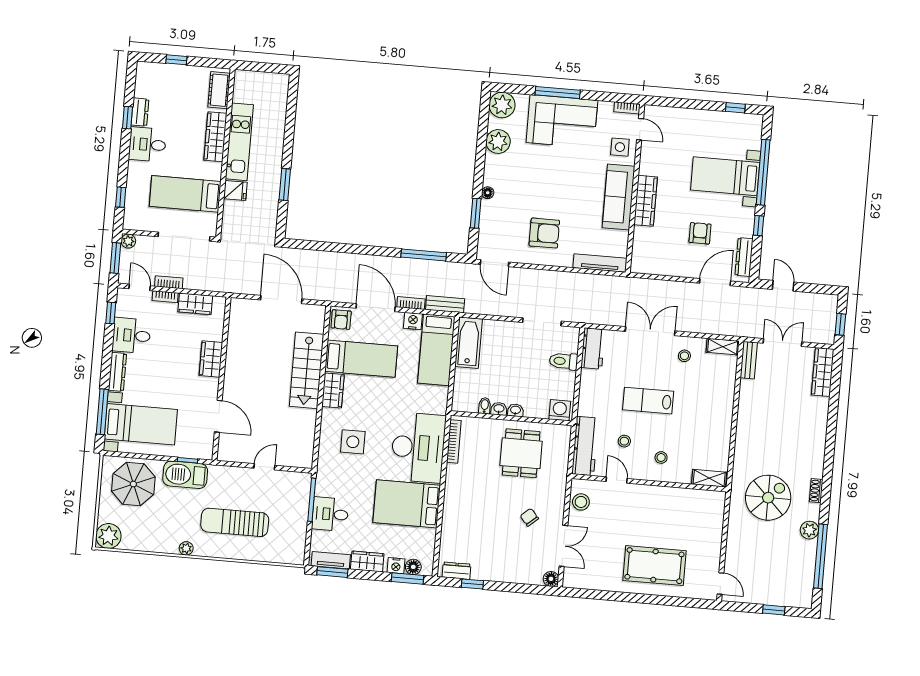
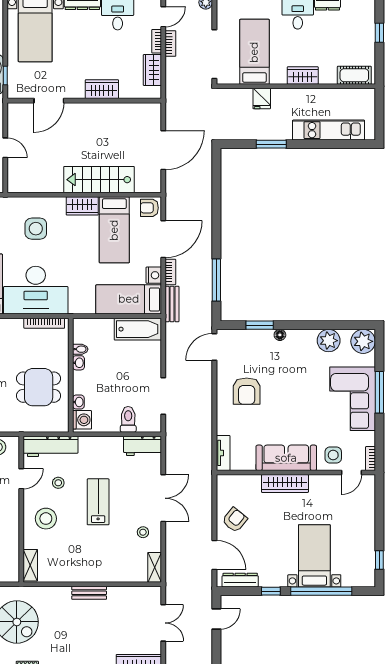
wardrobe: (215, 137) -> (303, 75), width x0.67
kitchen unit: (239, 142) -> (329, 130), moved, turned 180
armchair: (700, 233) -> (235, 520), moved, turned -51
tv unit: (600, 263) -> (223, 453), width x0.71
bench: (749, 360) -> (89, 593), moved
washbasin: (516, 410) -> (78, 402), moved
stool: (661, 457) -> (46, 519), width x1.89, depth x1.89

